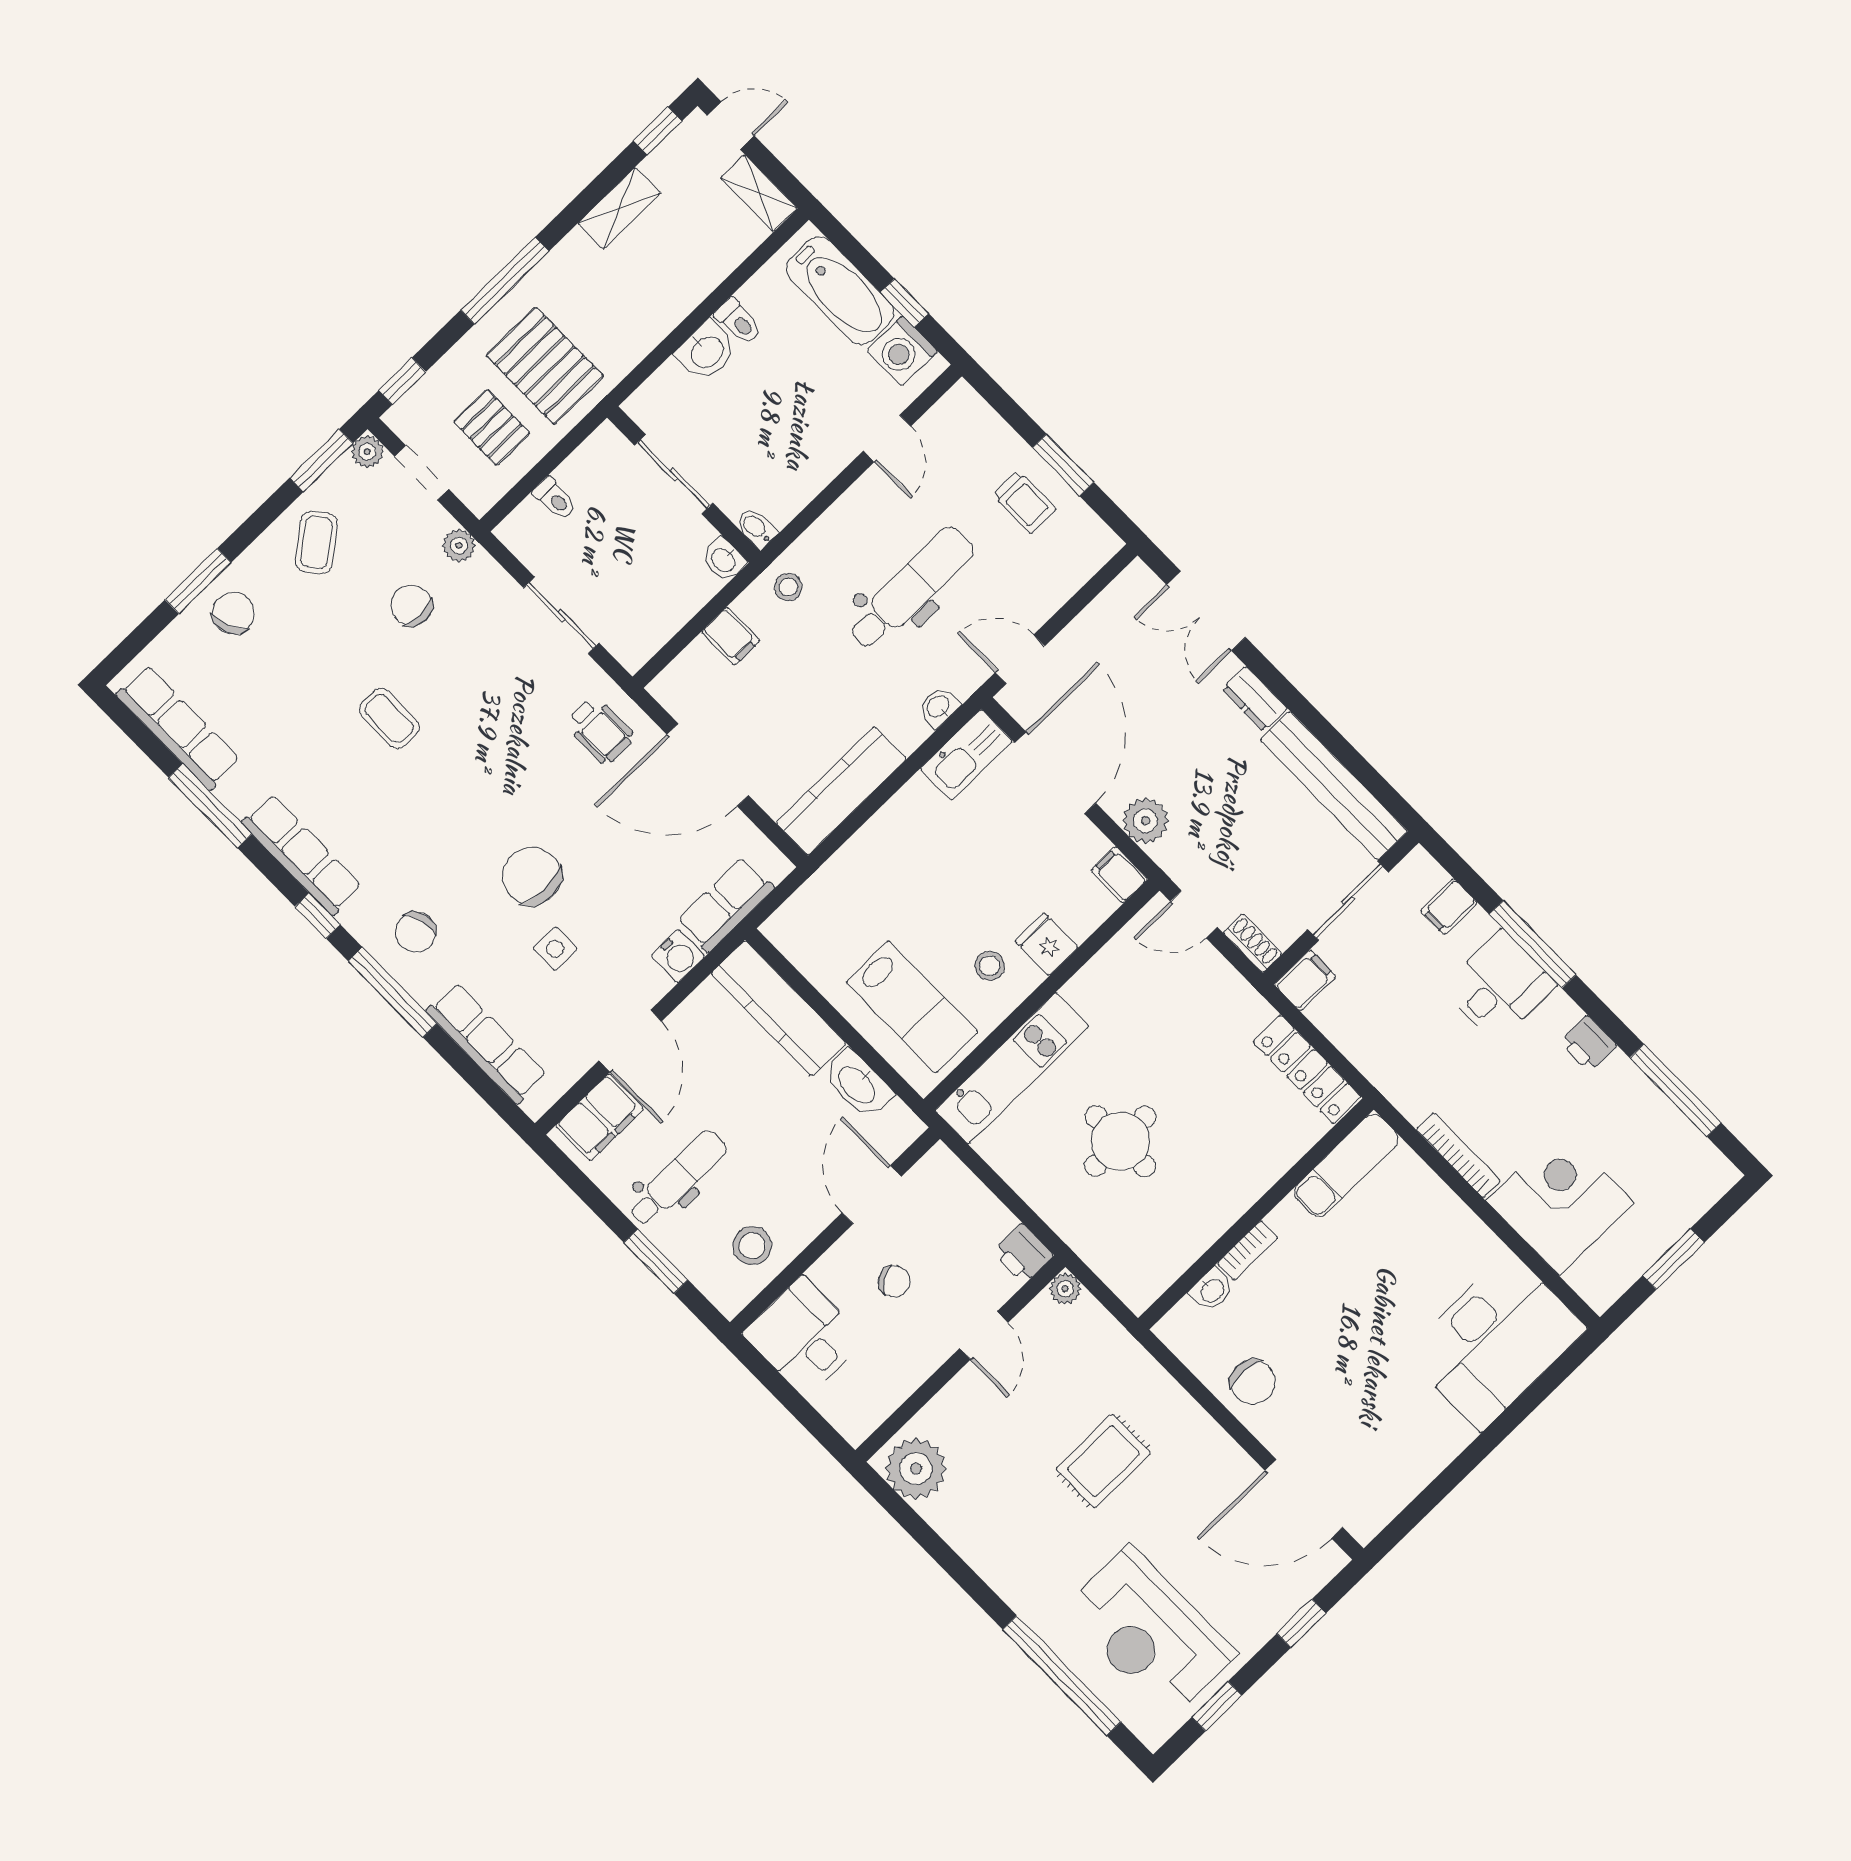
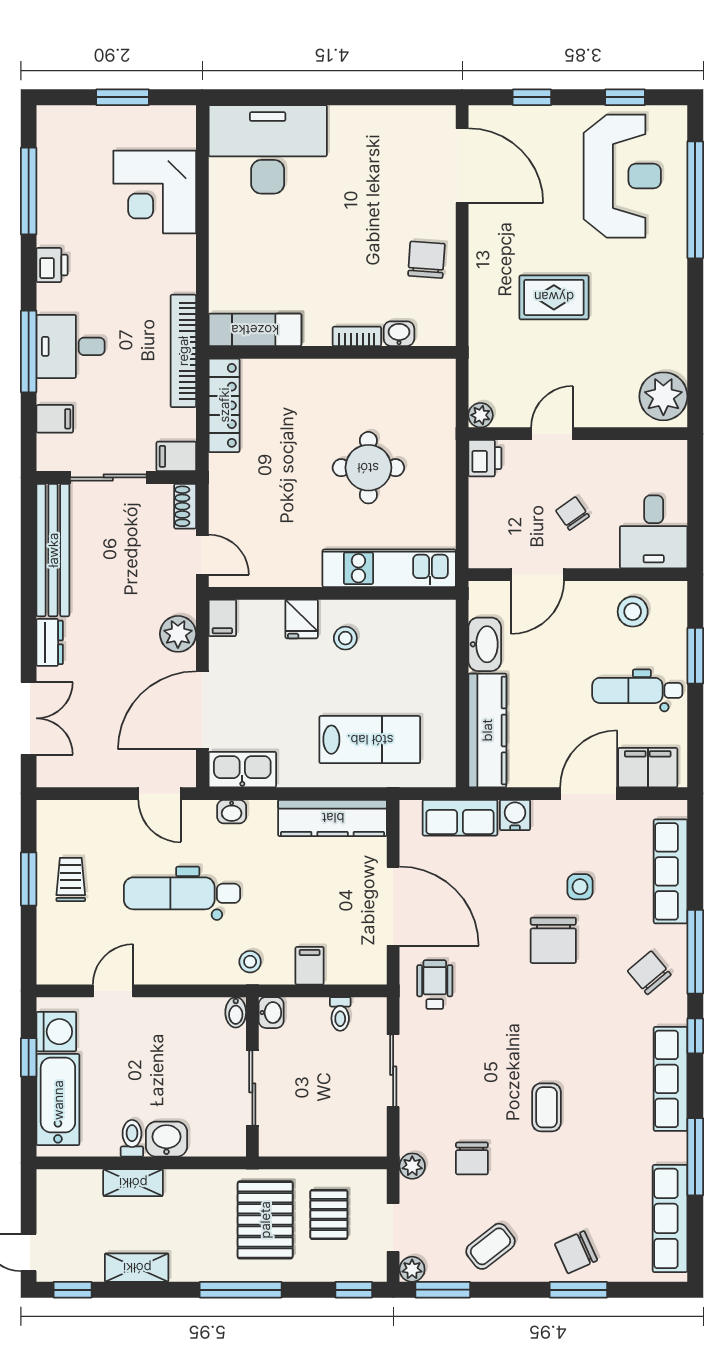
shelving: (759, 193) -> (133, 1183), moved, turned 90
toilet: (555, 499) -> (340, 1014), moved, turned 180
chair: (416, 932) -> (649, 973), turned -116
lab bench: (912, 1007) -> (370, 740), moved, turned 90
bookcase: (1458, 1155) -> (183, 351), moved, width x1.48, depth x1.31

